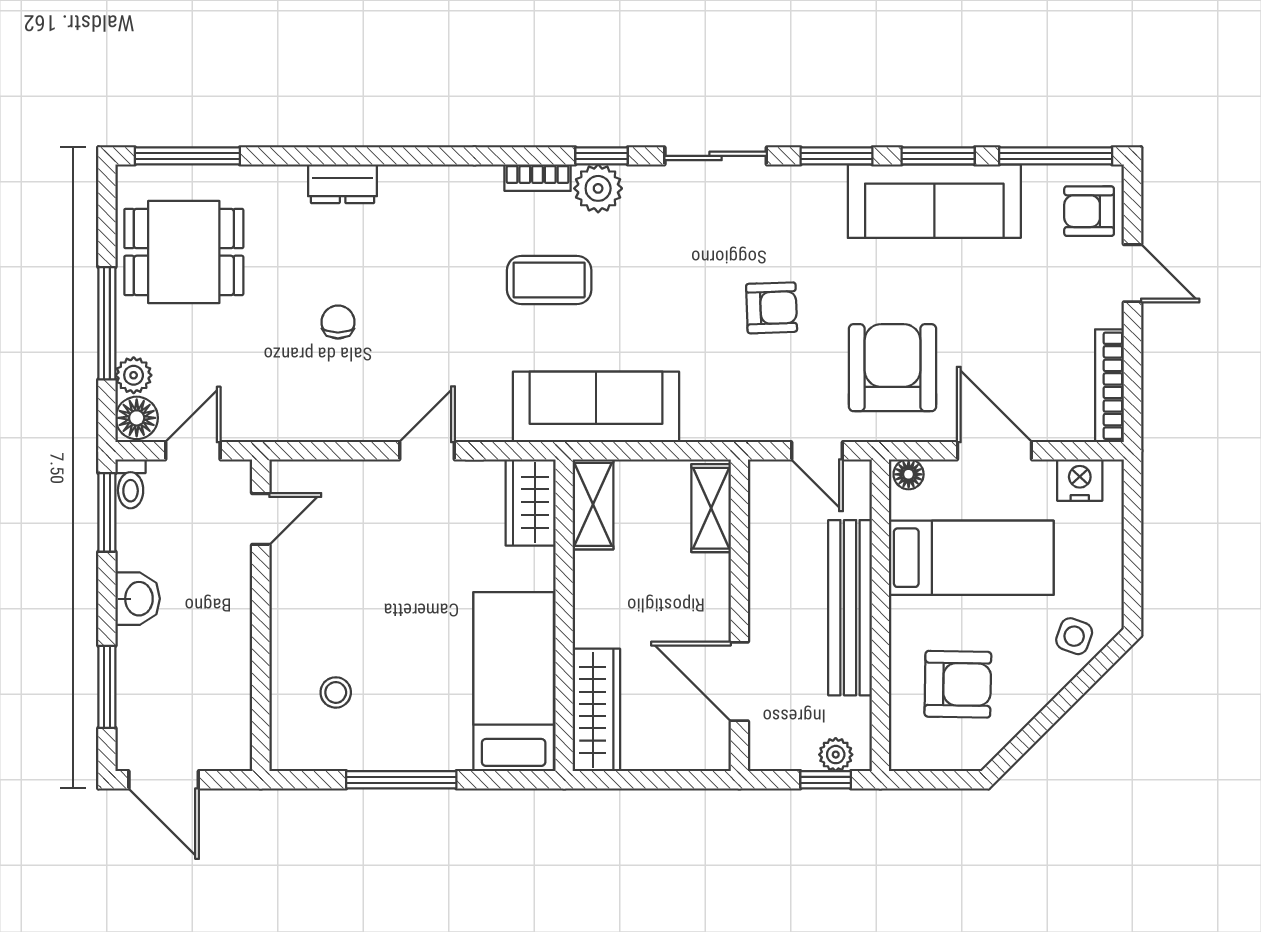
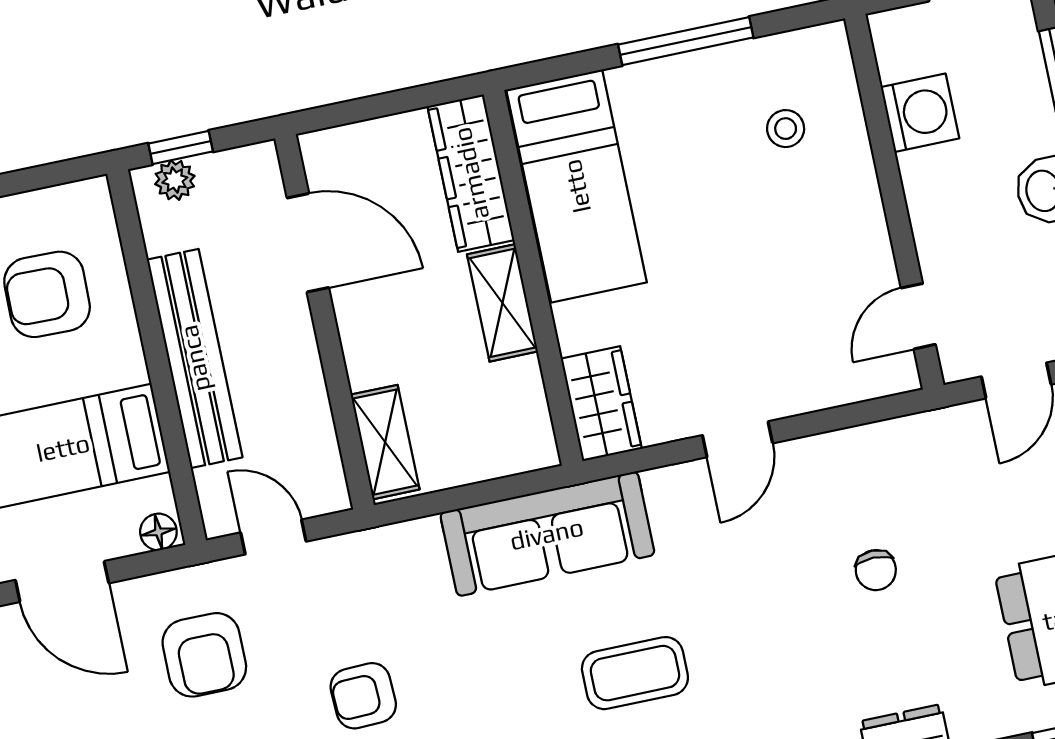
armchair: (892, 368) -> (204, 655), width x0.73, depth x0.73
shelving: (593, 504) -> (502, 303), moved
washing machine: (225, 682) -> (920, 113), added

